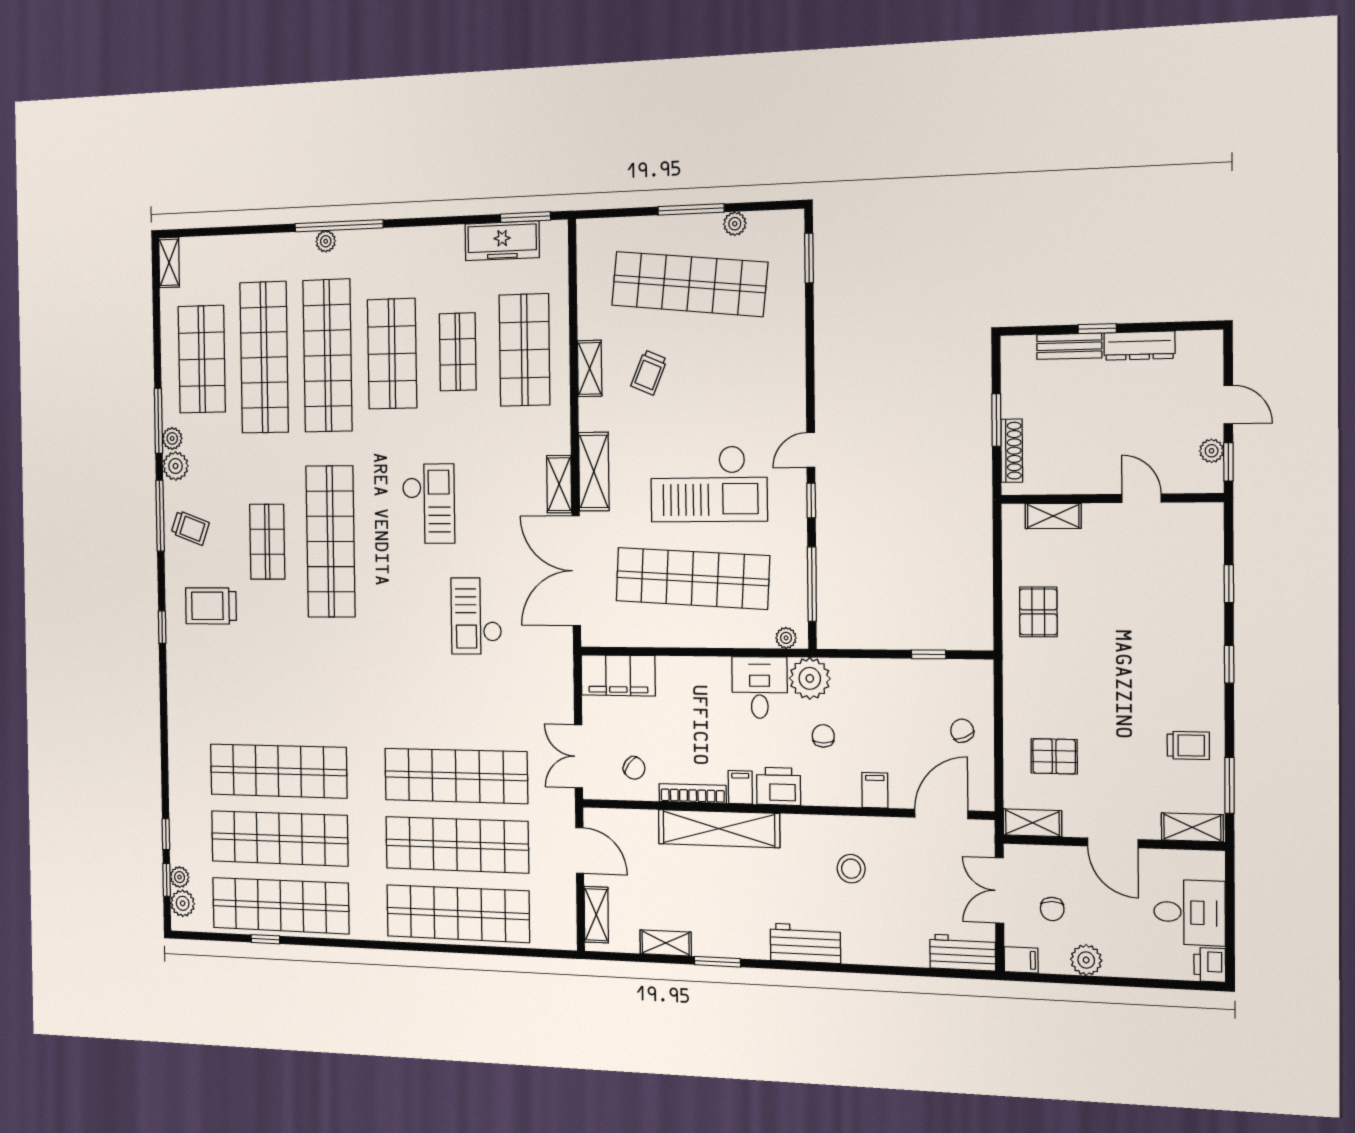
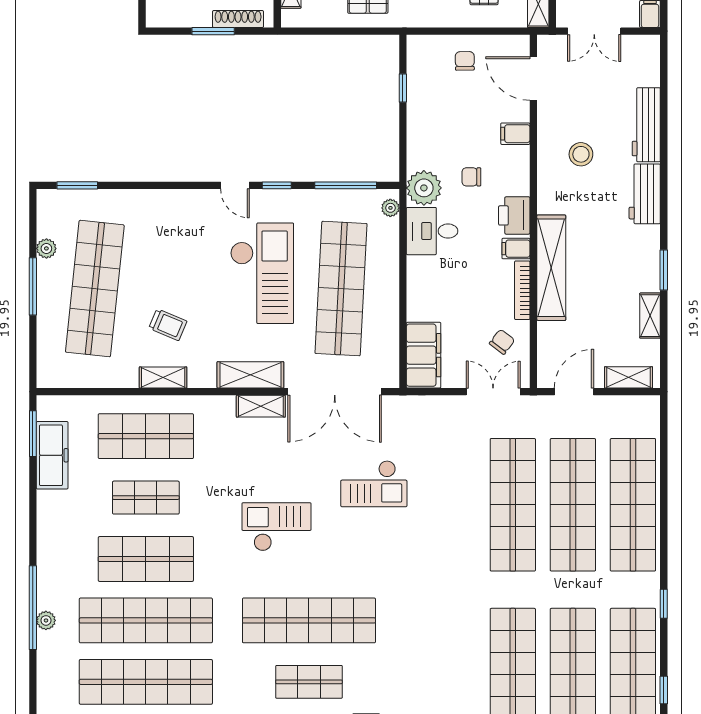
chair: (962, 731) -> (465, 61), turned 112
double door: (579, 756) -> (493, 392), swing flipped
window: (354, 944) -> (664, 604), added
workbench: (963, 953) -> (646, 125), moved, width x1.38

